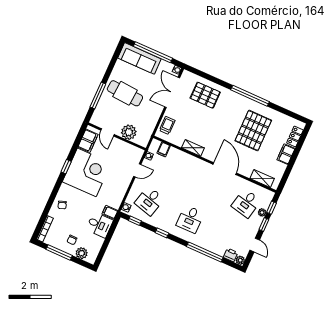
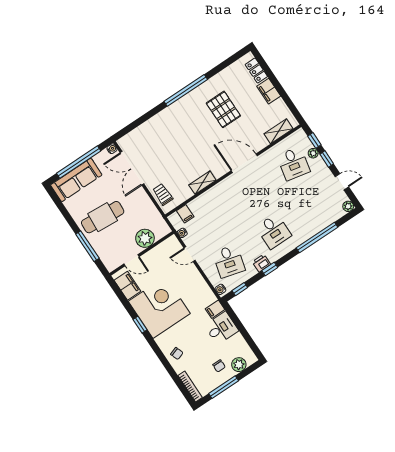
pallet: (205, 95) -> (156, 136), removed
pallet: (253, 130) -> (223, 109), width x0.73, depth x0.71
door: (137, 170) -> (190, 254), swing flipped
printer: (231, 255) -> (261, 263), moved

